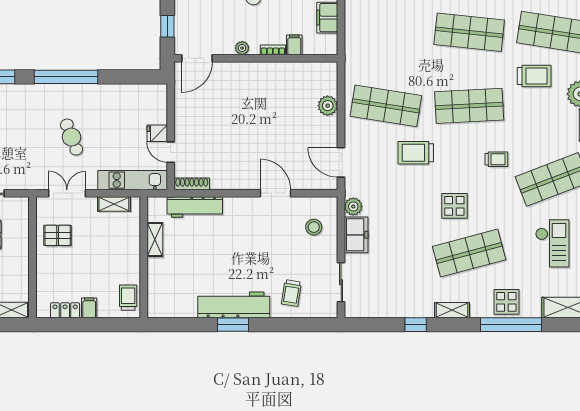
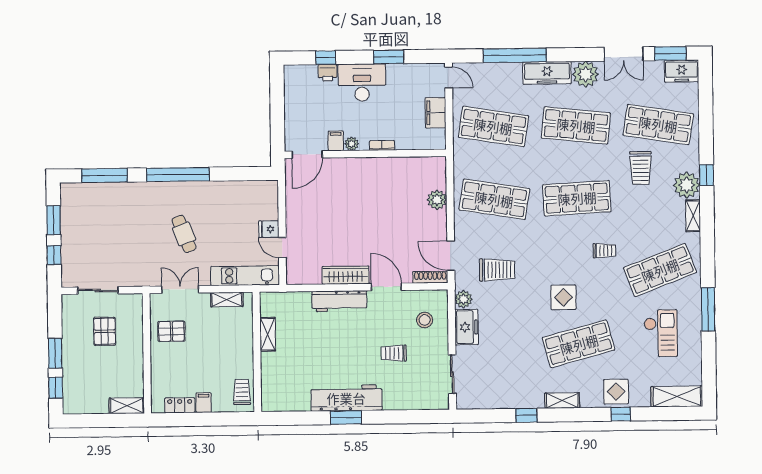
window: (167, 26) -> (277, 123), removed
shop shelf: (386, 32) -> (493, 126), added
filing cabinet: (294, 45) -> (336, 141), moved
trolley: (534, 76) -> (641, 168), turned 90
trolley: (416, 153) -> (497, 270), moved, turned 180
wardrobe: (234, 181) -> (346, 275), added
shoe rack: (192, 184) -> (430, 277), moved
workbench: (195, 207) -> (339, 301), moved
trolley: (291, 293) -> (394, 353), moved, turned 81
window: (511, 325) -> (621, 414), width x0.32

